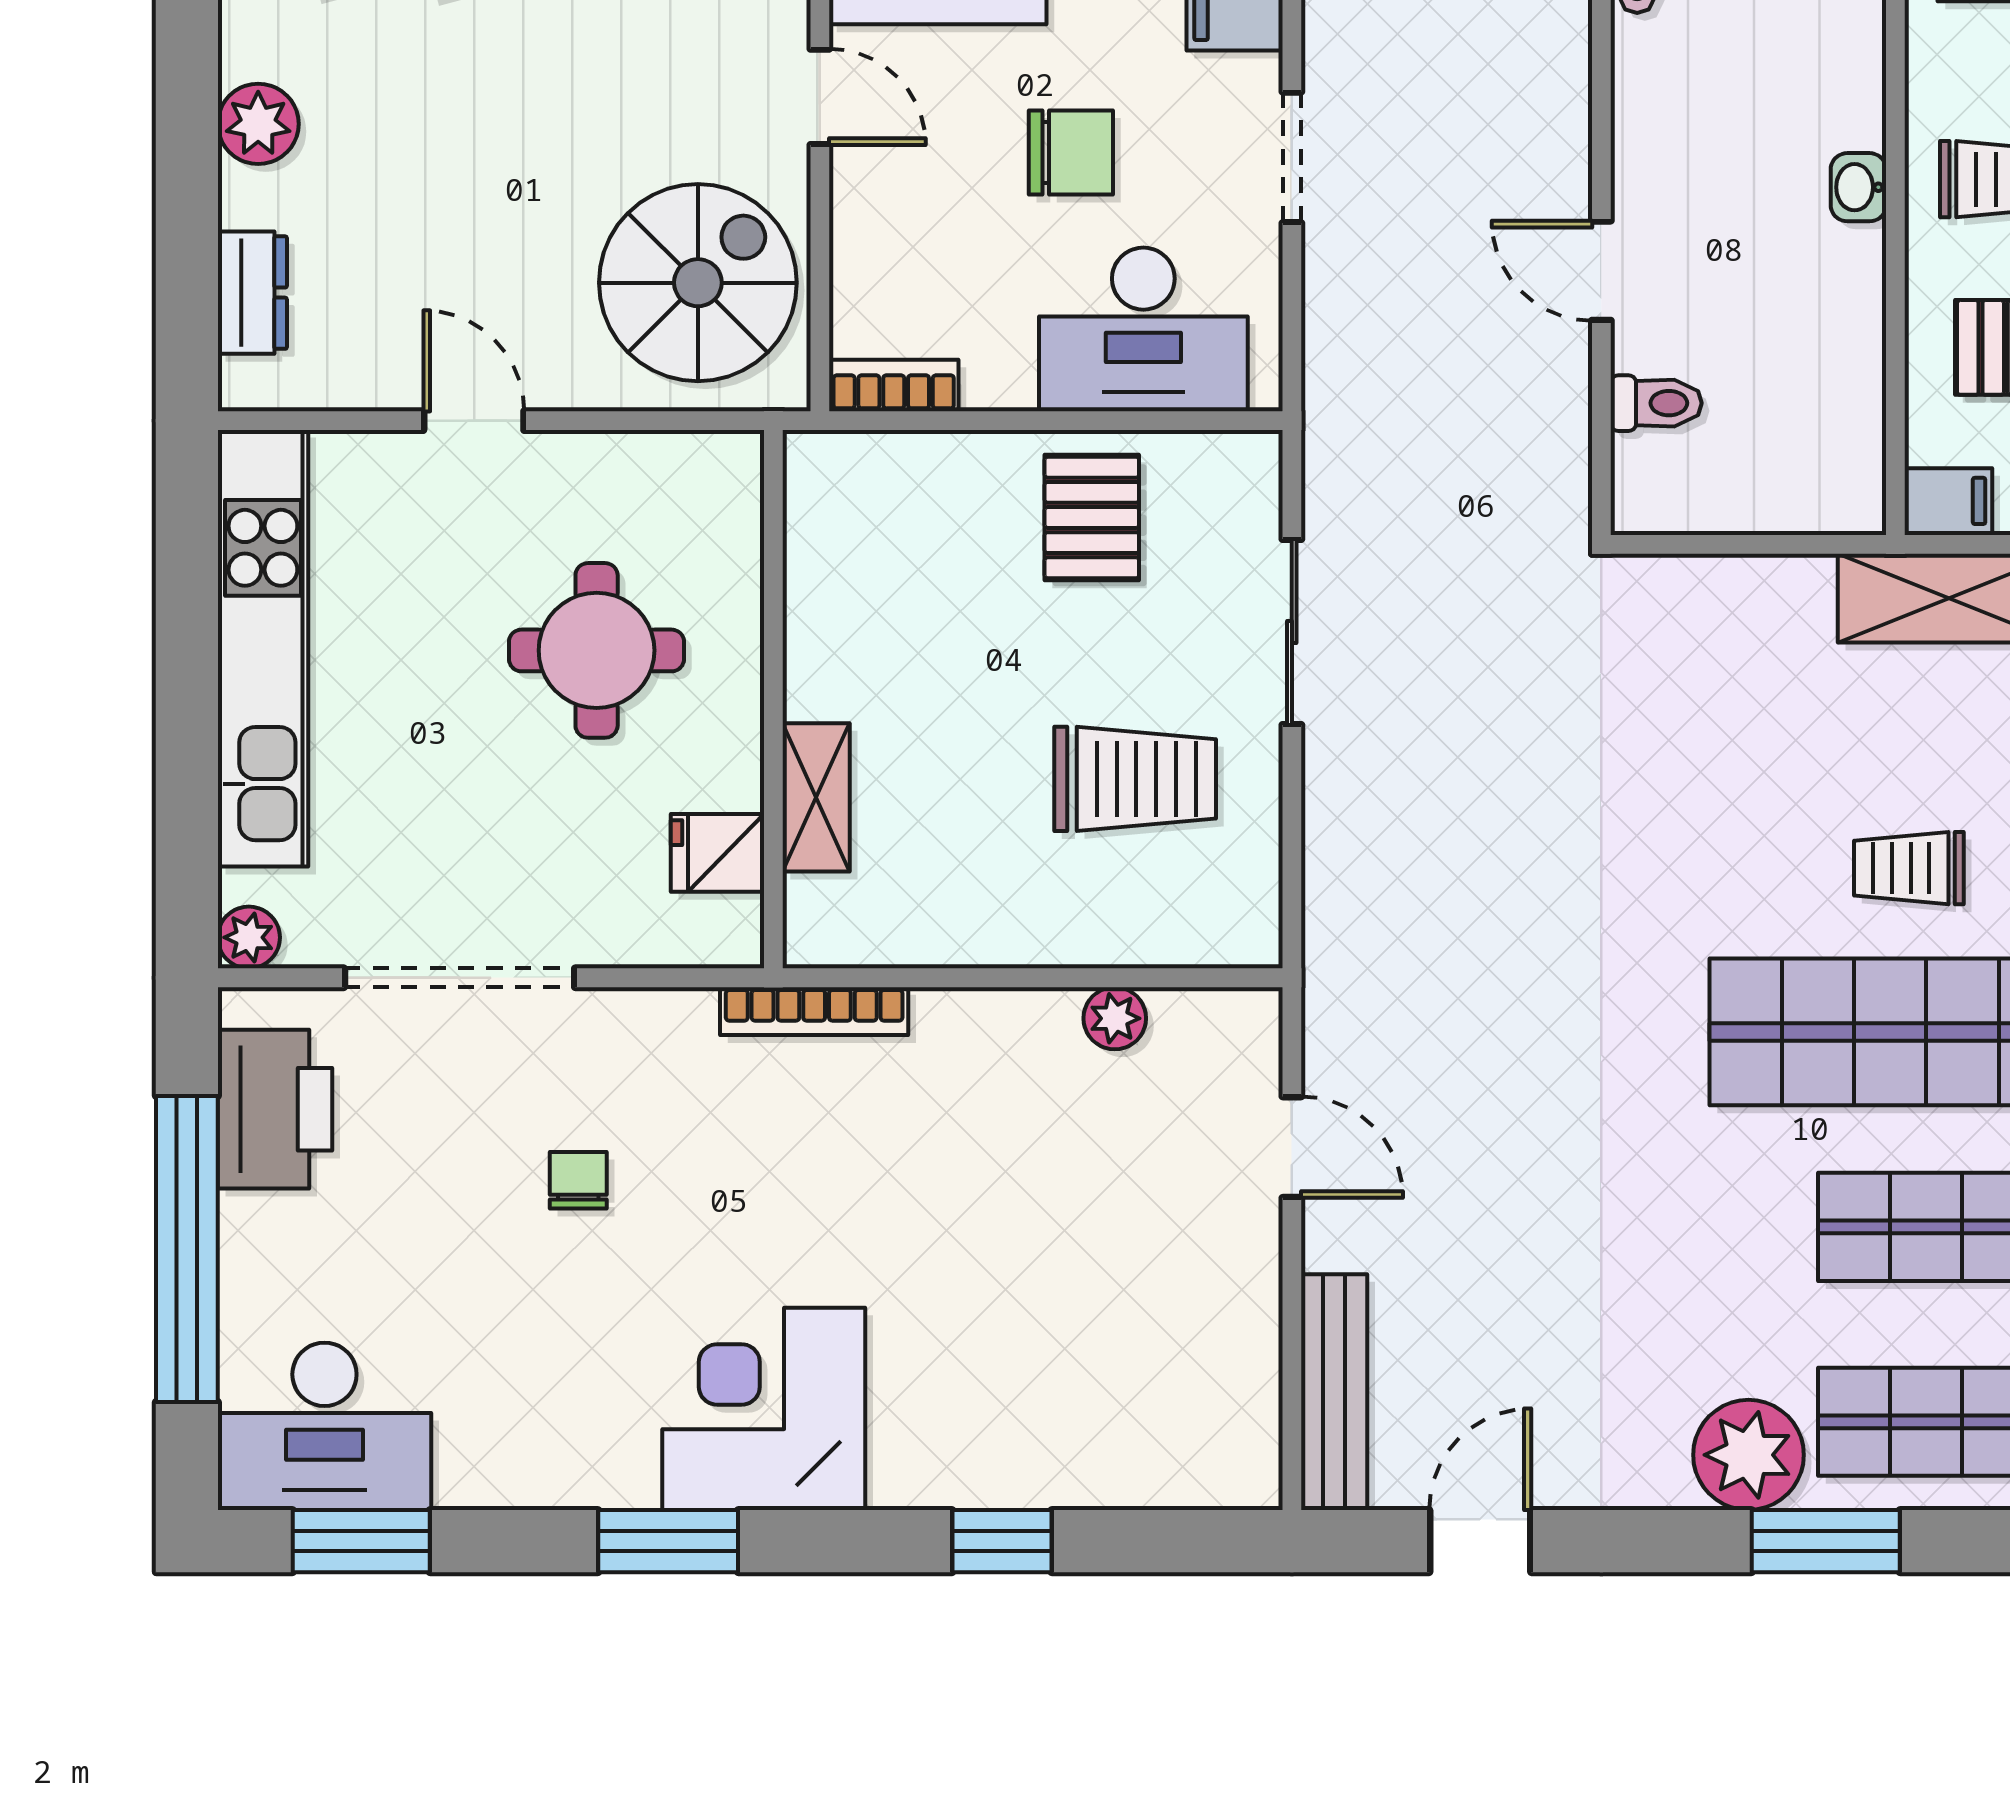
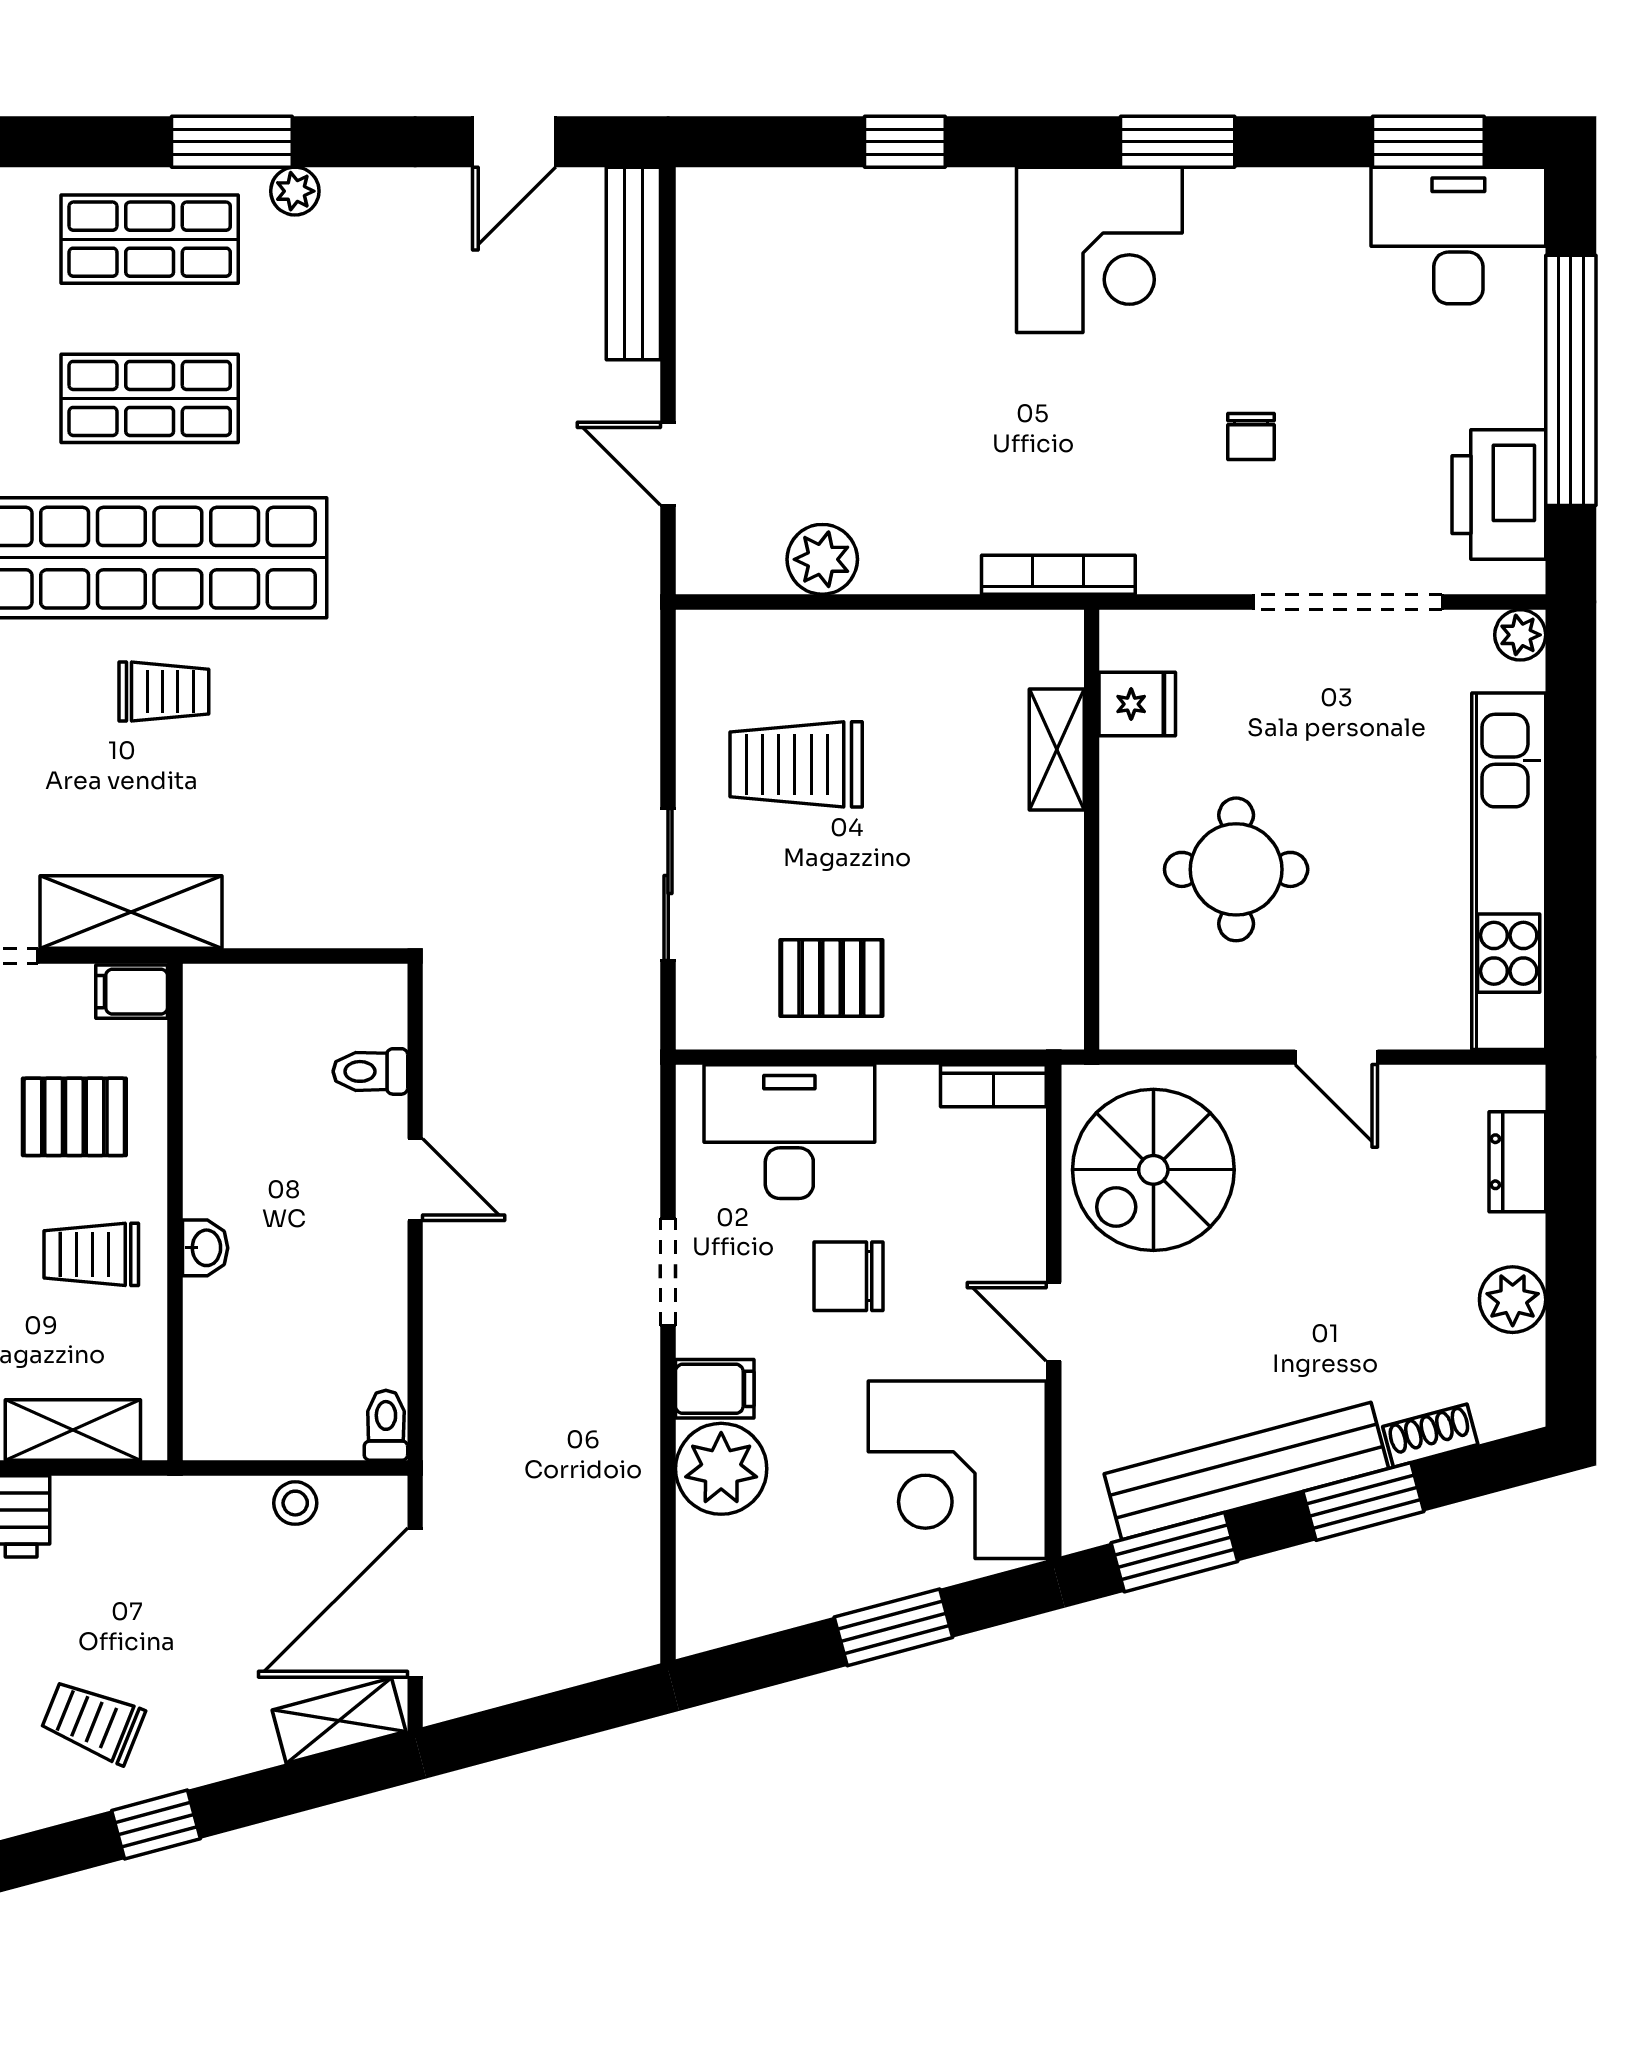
pallet: (1092, 517) -> (831, 978), turned 90
plant: (1115, 1018) -> (822, 559), width x1.38, depth x1.38
plant: (1749, 1455) -> (295, 191), width x0.53, depth x0.53

